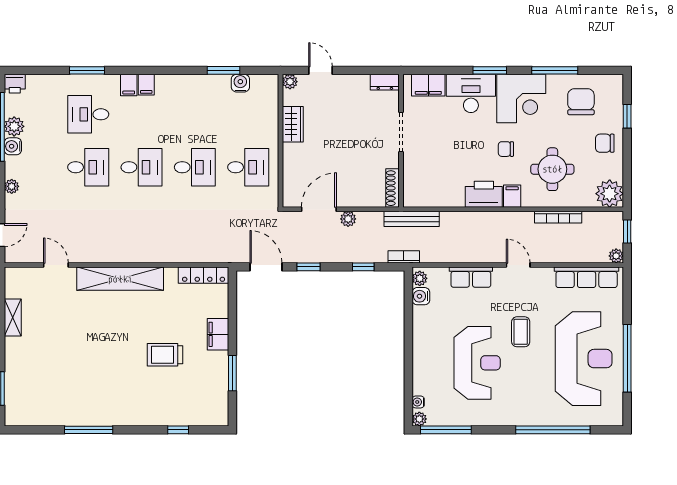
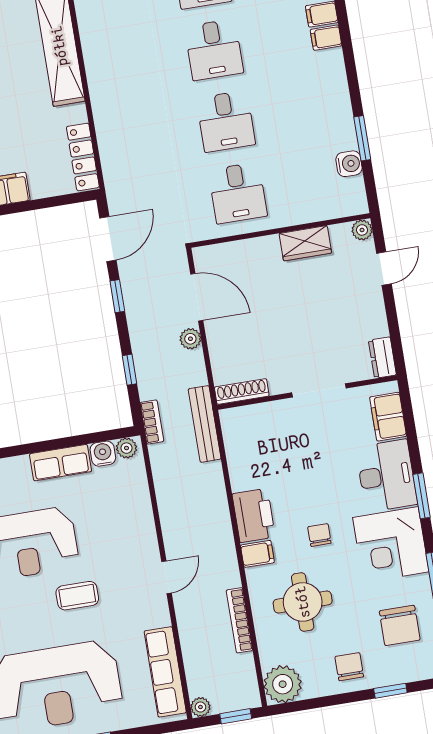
chair: (581, 102) -> (400, 625), turned 90
row of seats: (471, 277) -> (61, 463), moved, turned -90

